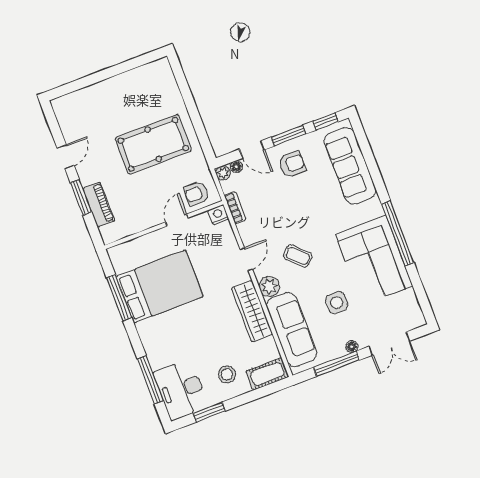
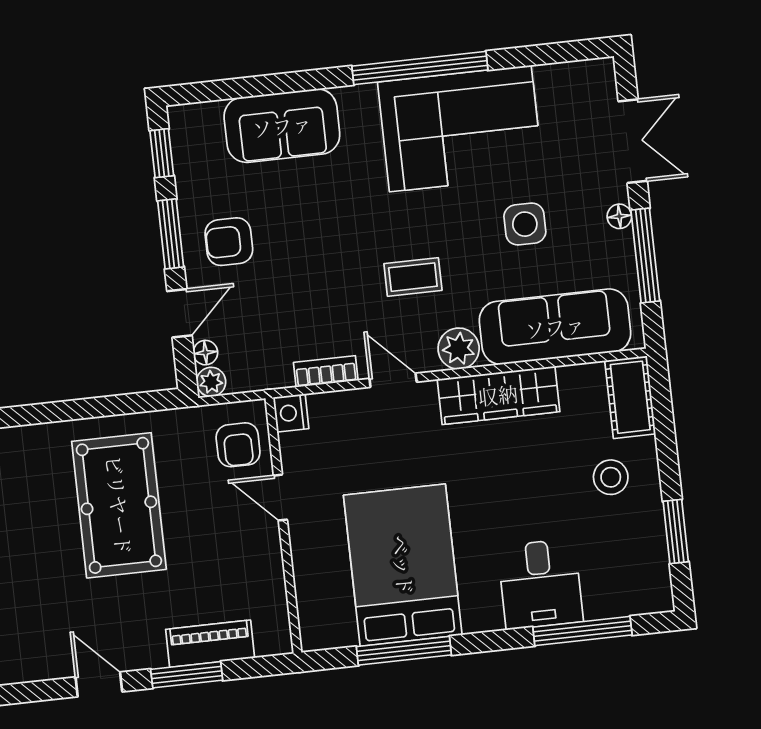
armchair: (292, 164) -> (229, 242), turned -90
sofa: (350, 166) -> (282, 126), width x0.73
bookcase: (235, 208) -> (326, 371), moved
coffee table: (298, 256) -> (413, 277), turned 47
desk: (181, 390) -> (540, 584), moved, width x0.73

